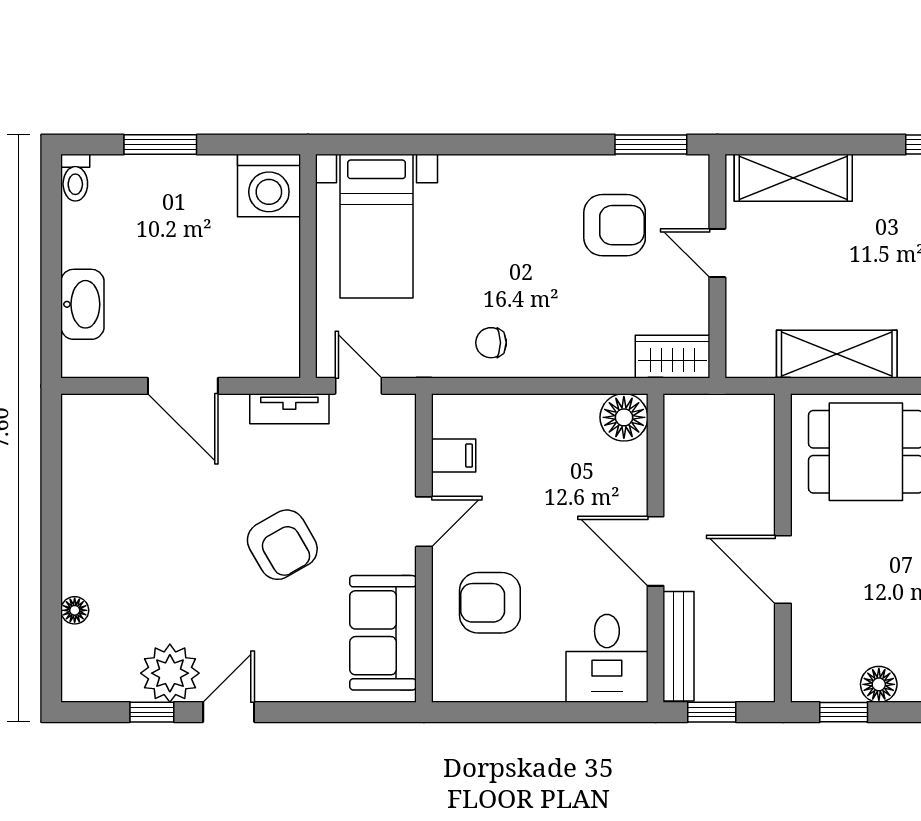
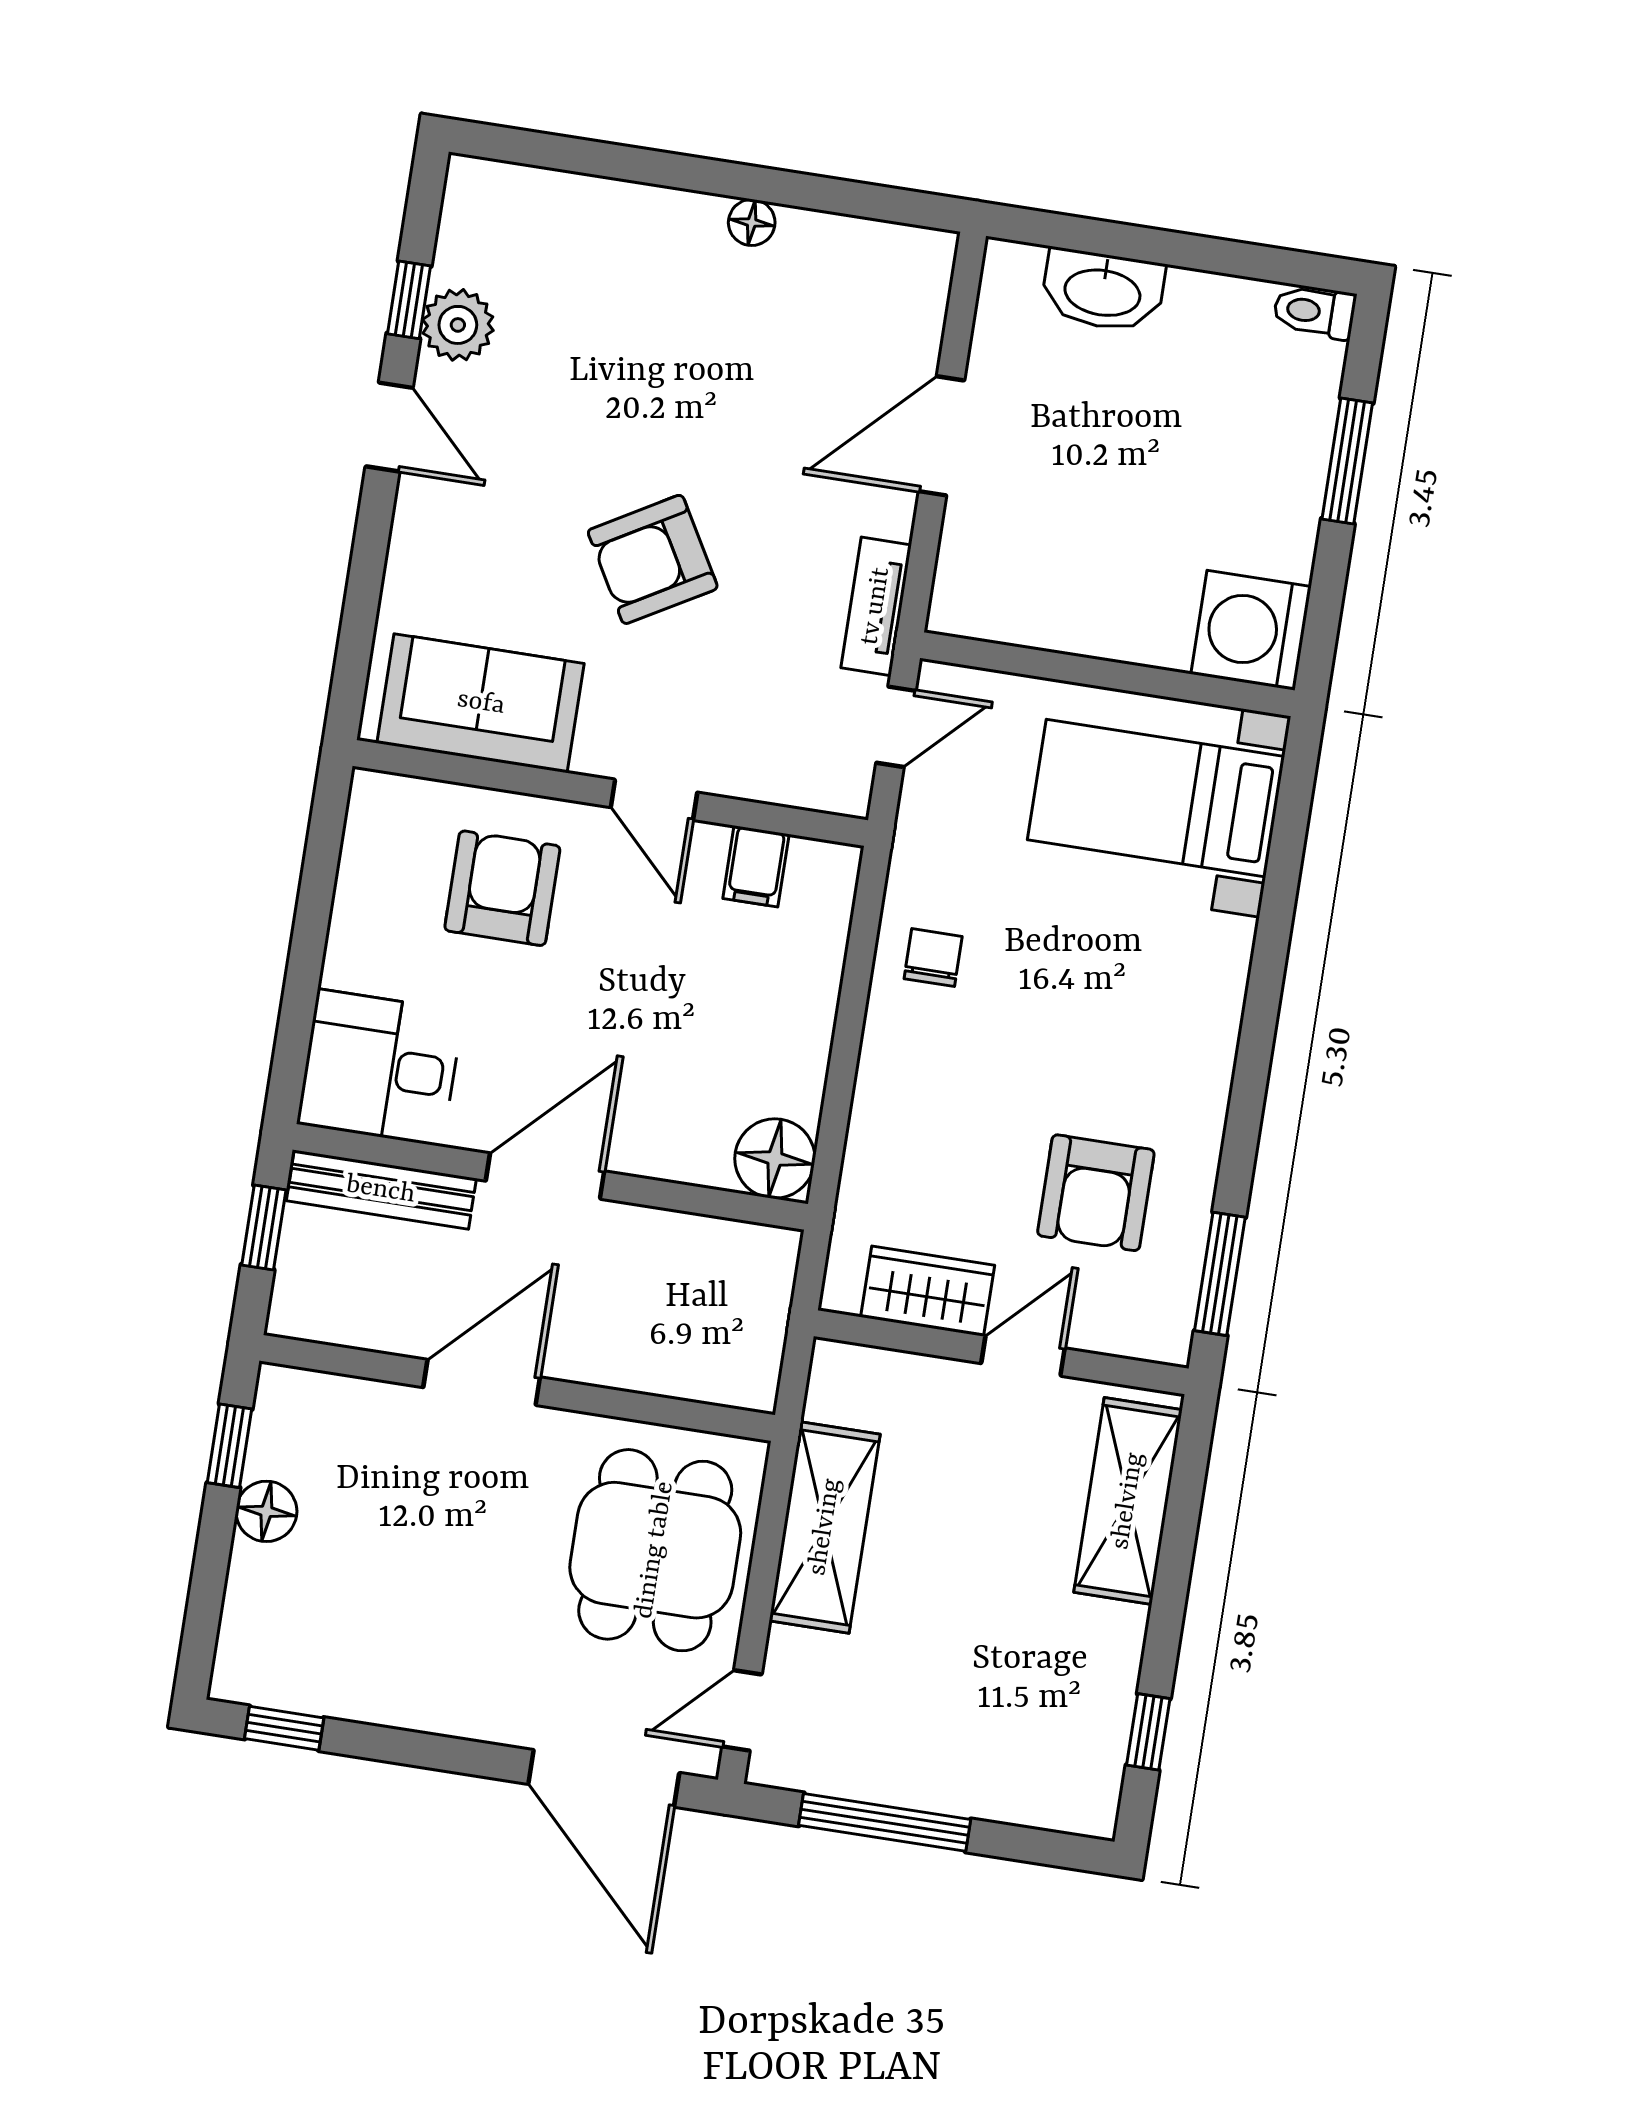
wardrobe: (672, 357) -> (928, 1291), moved, turned -90
floor lamp: (75, 610) -> (752, 222), moved
plant: (170, 673) -> (458, 325), width x0.73, depth x0.73

